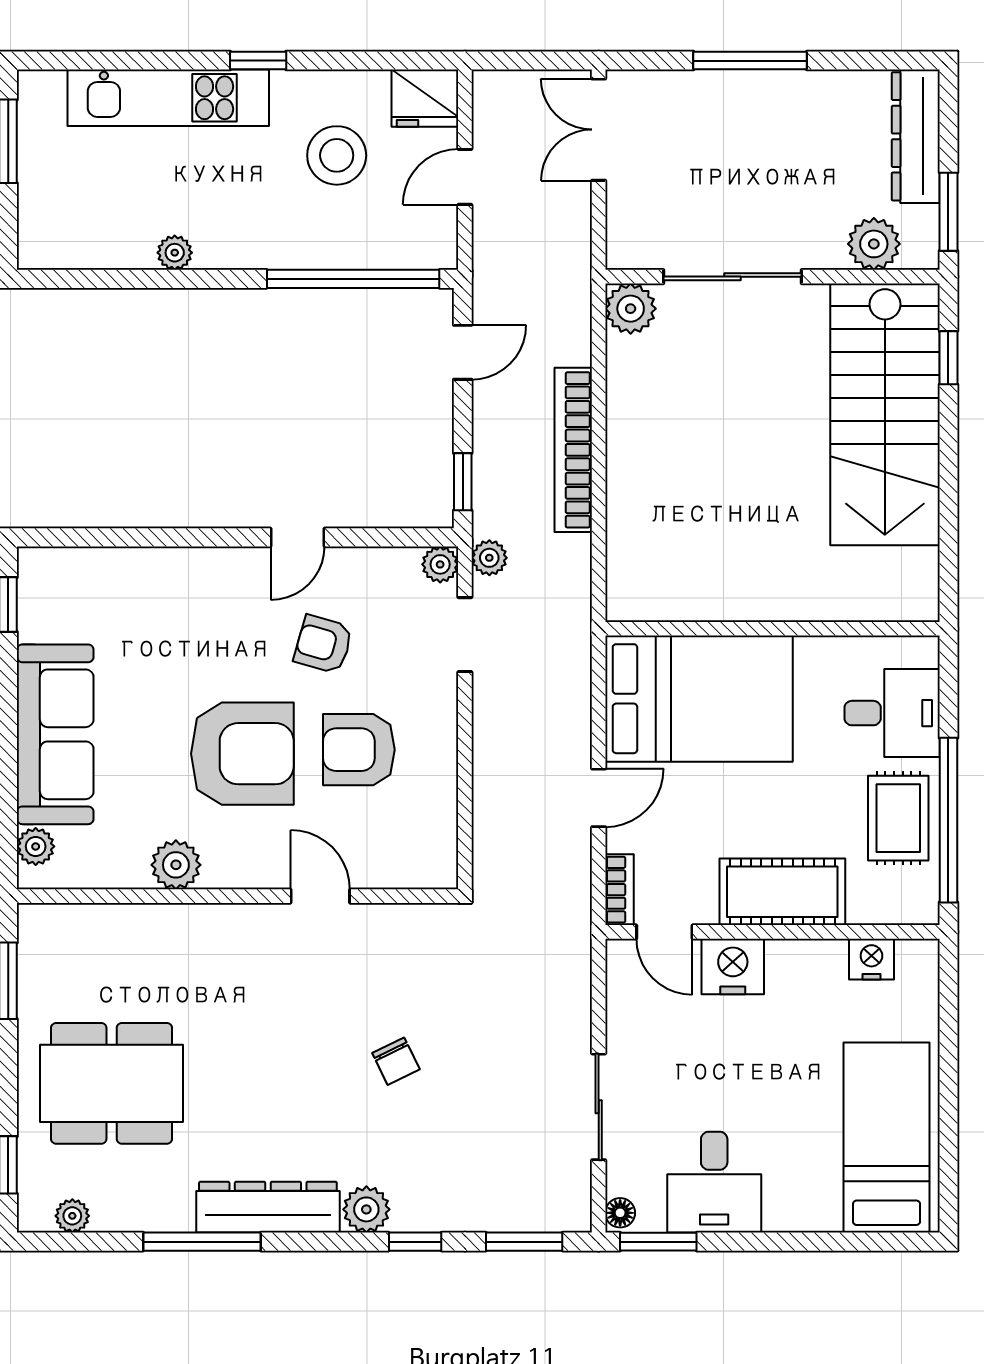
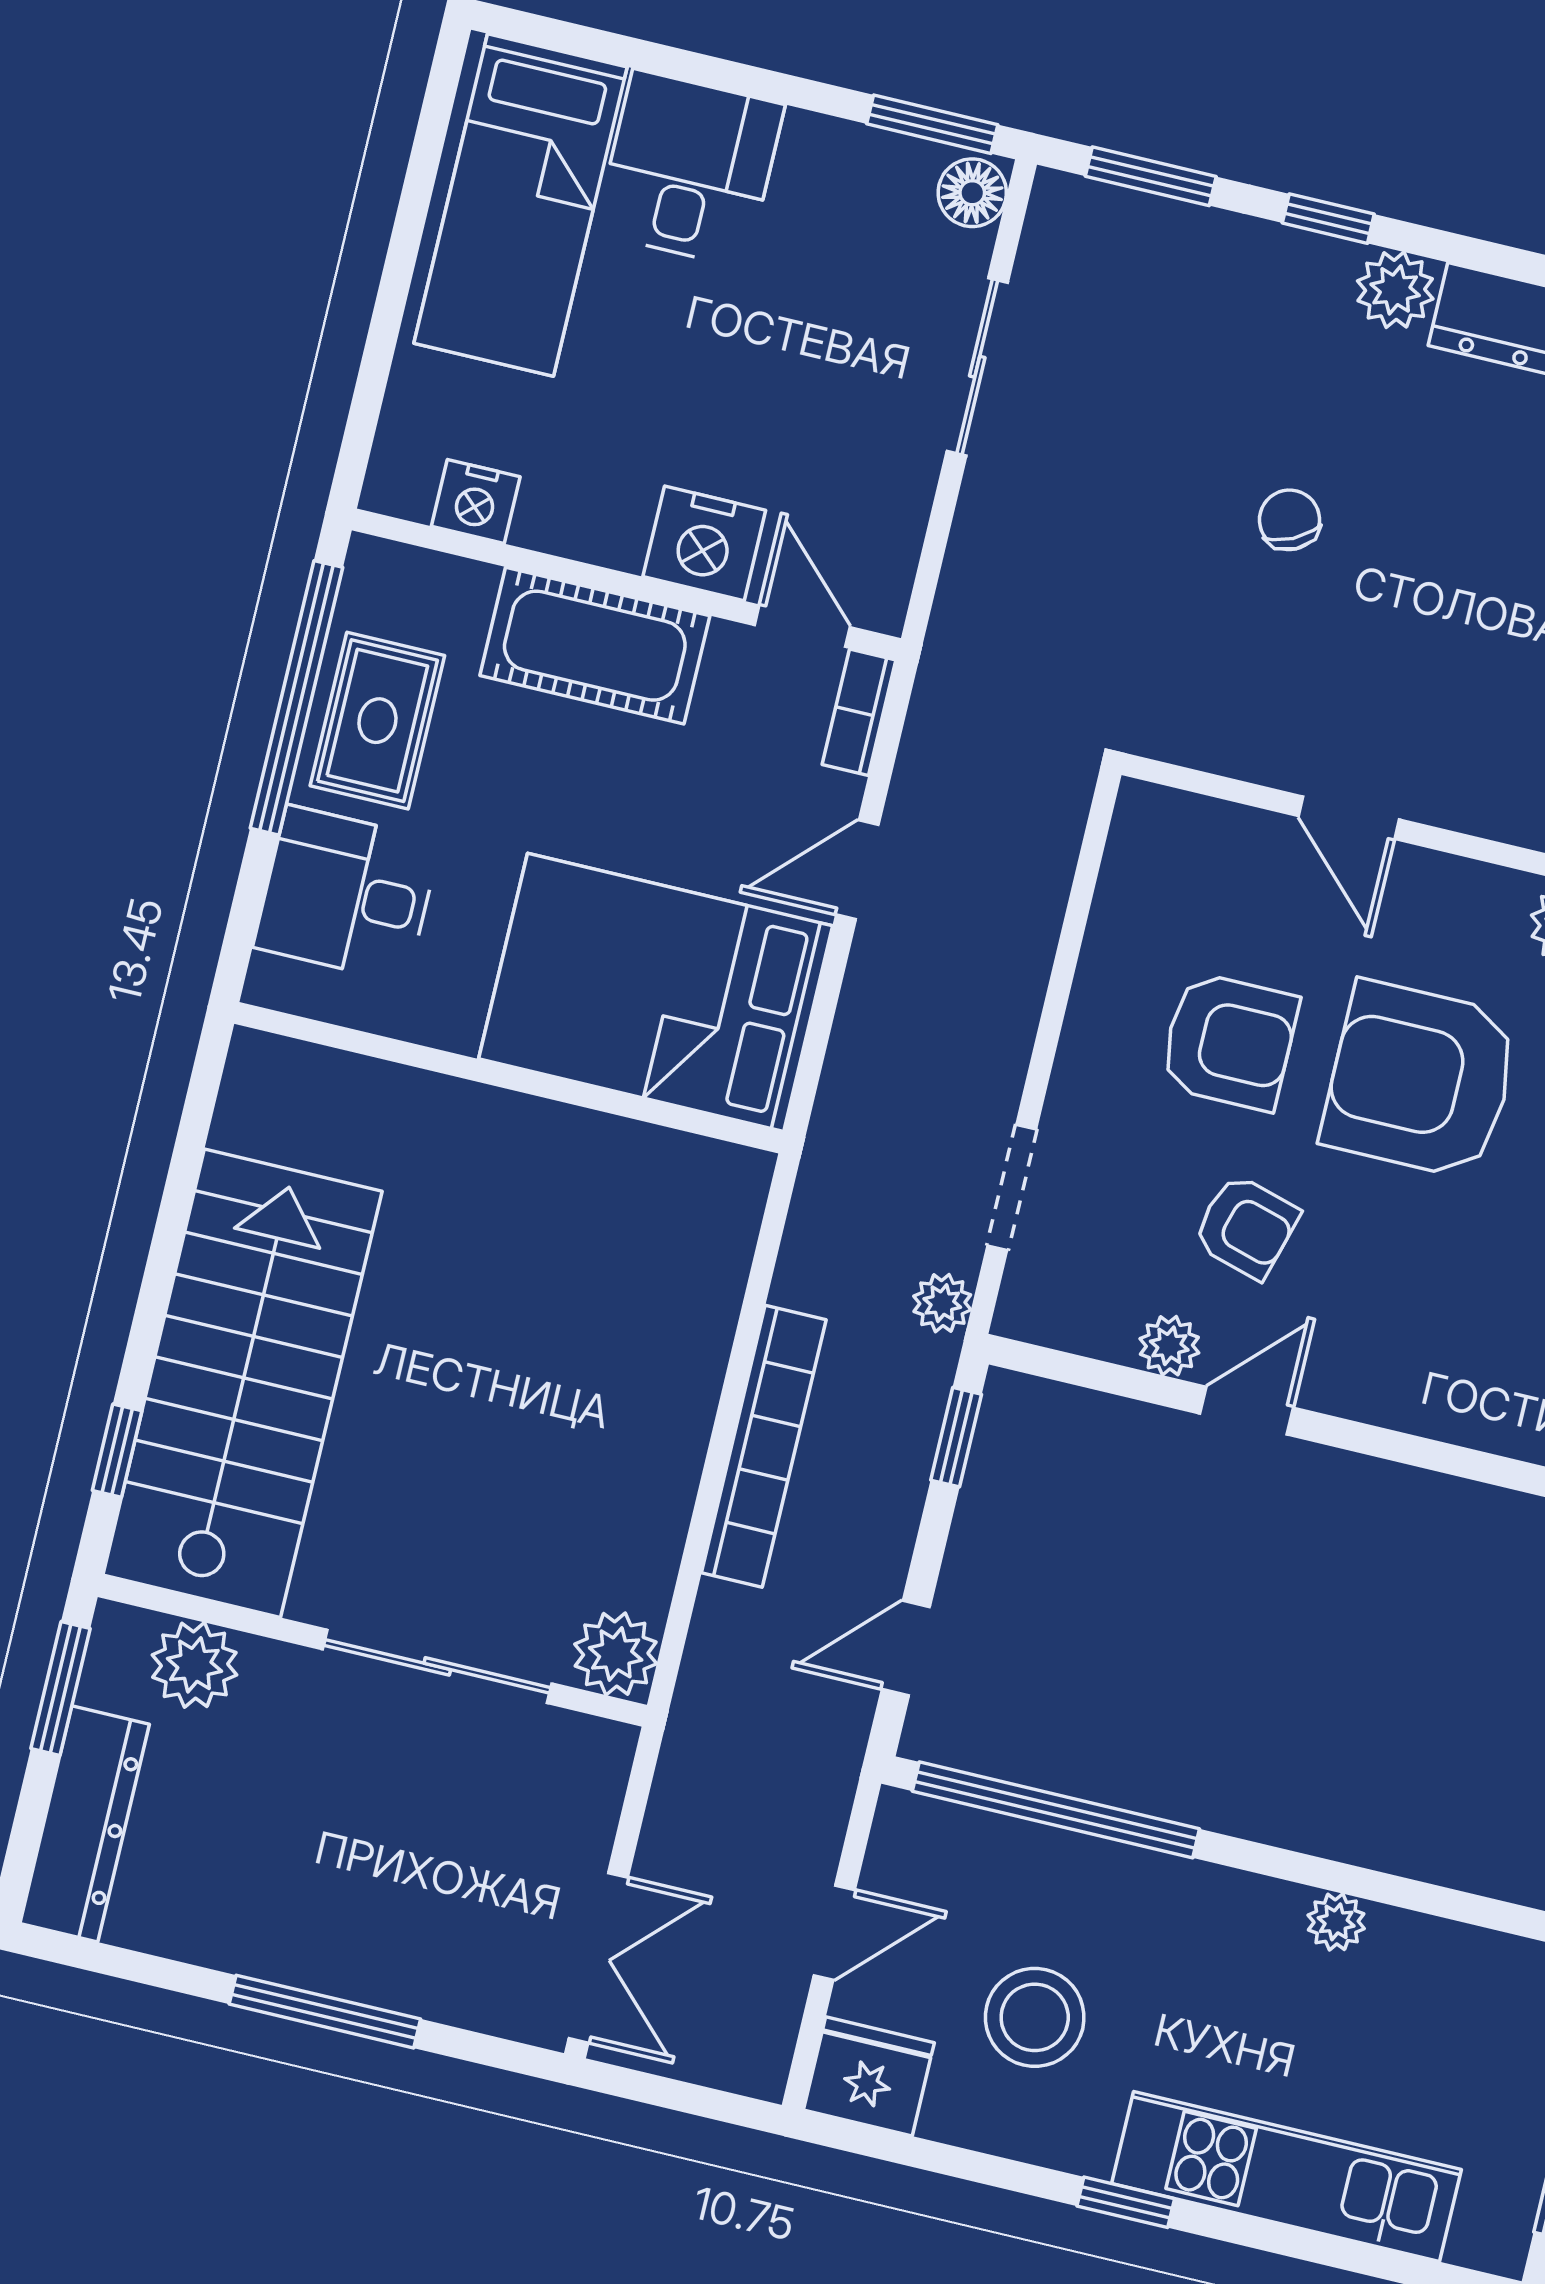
plant: (440, 564) -> (1169, 1346), moved
desk: (714, 1182) -> (690, 169), moved
floor lamp: (620, 1213) -> (972, 193), width x1.37, depth x1.37

